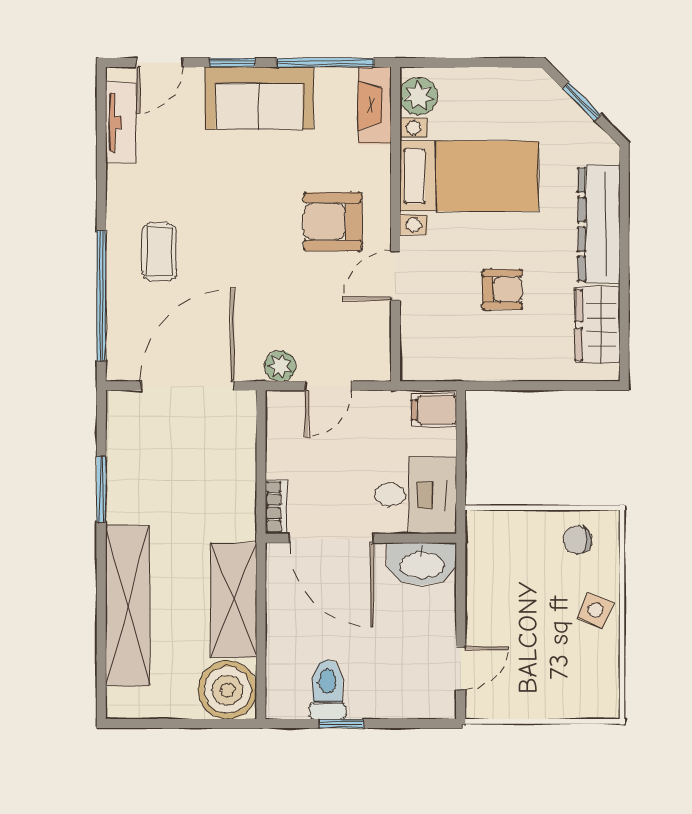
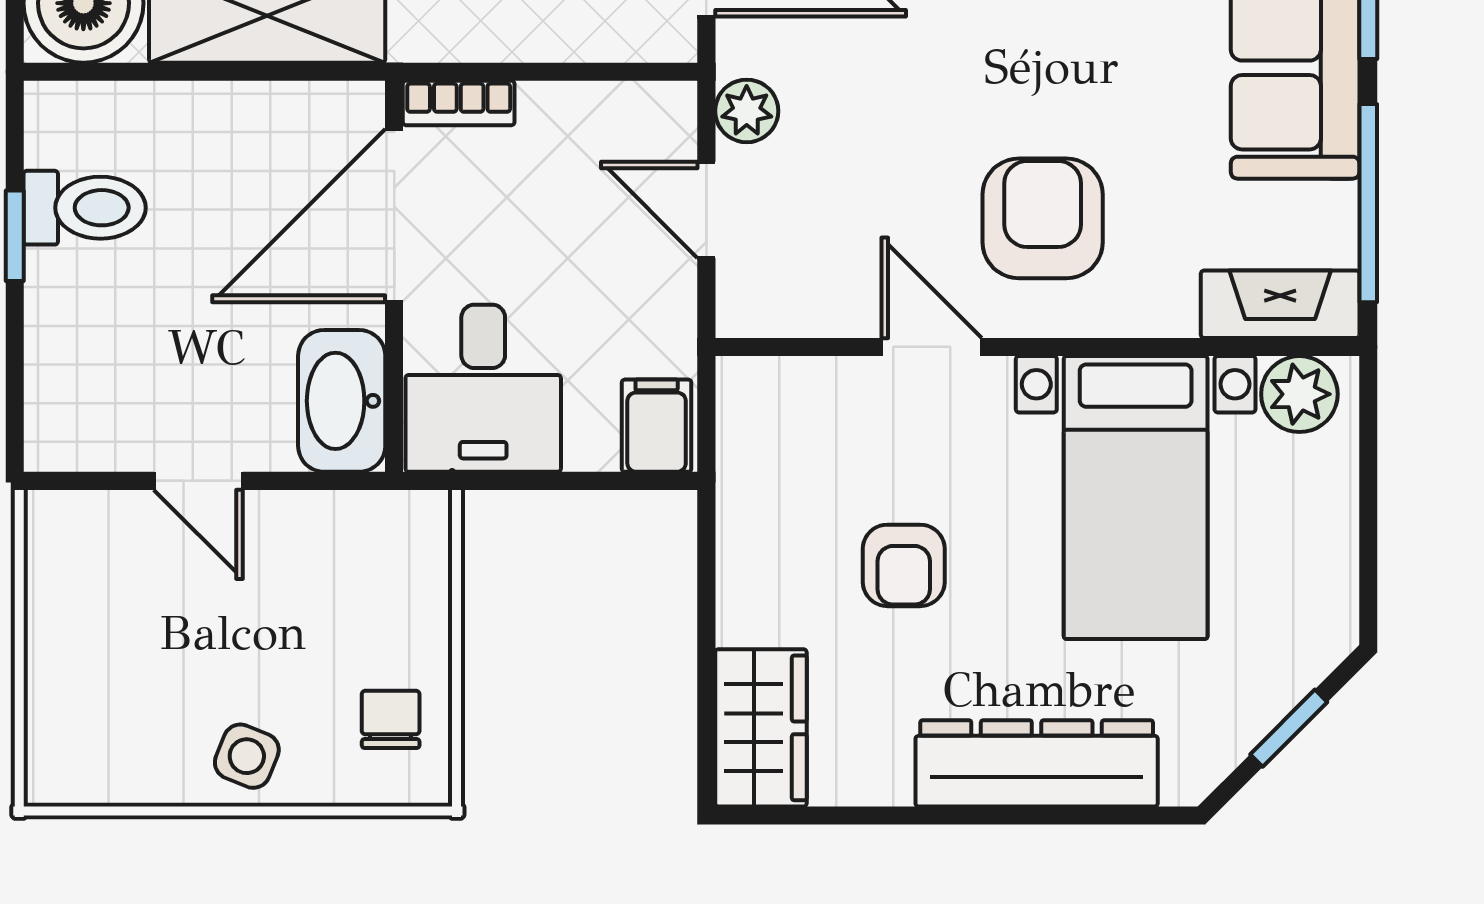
wardrobe: (598, 325) -> (761, 728), moved, turned 90
door: (461, 668) -> (198, 481), moved

